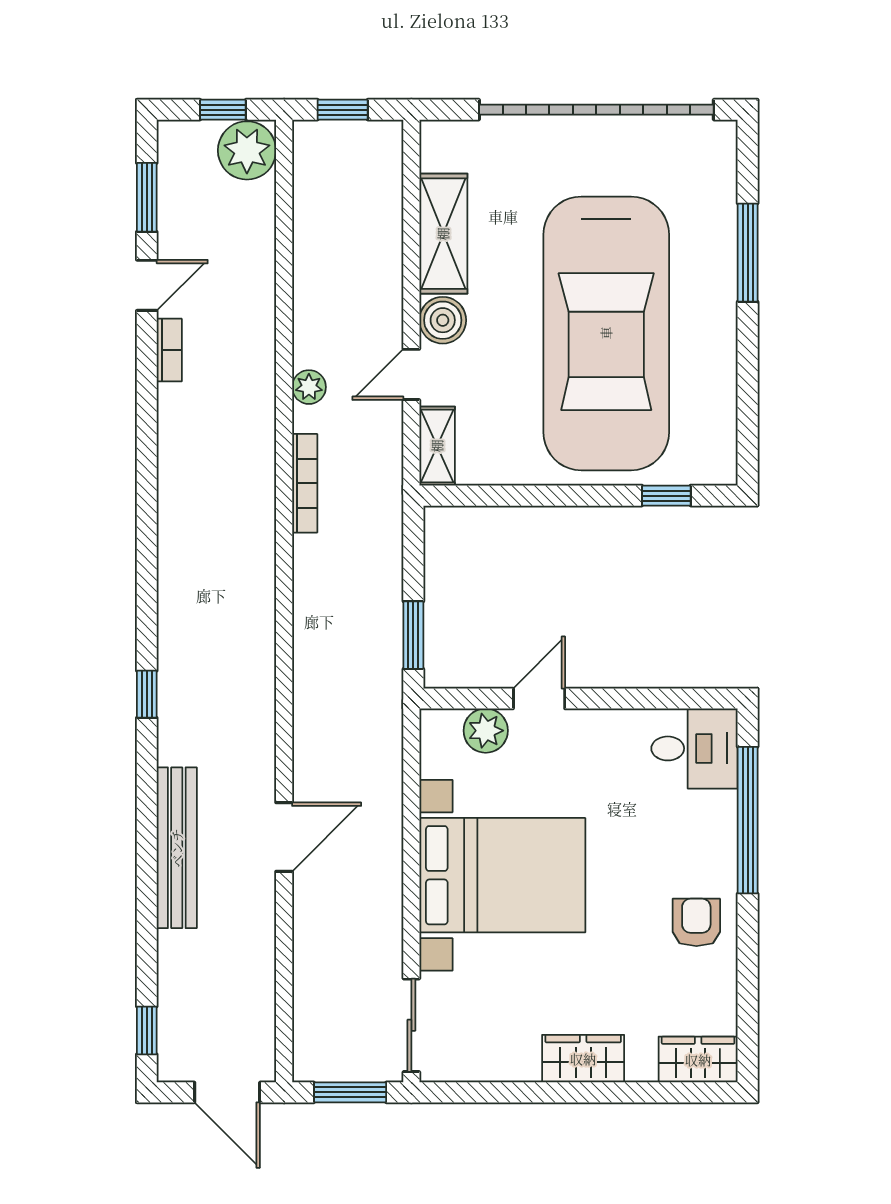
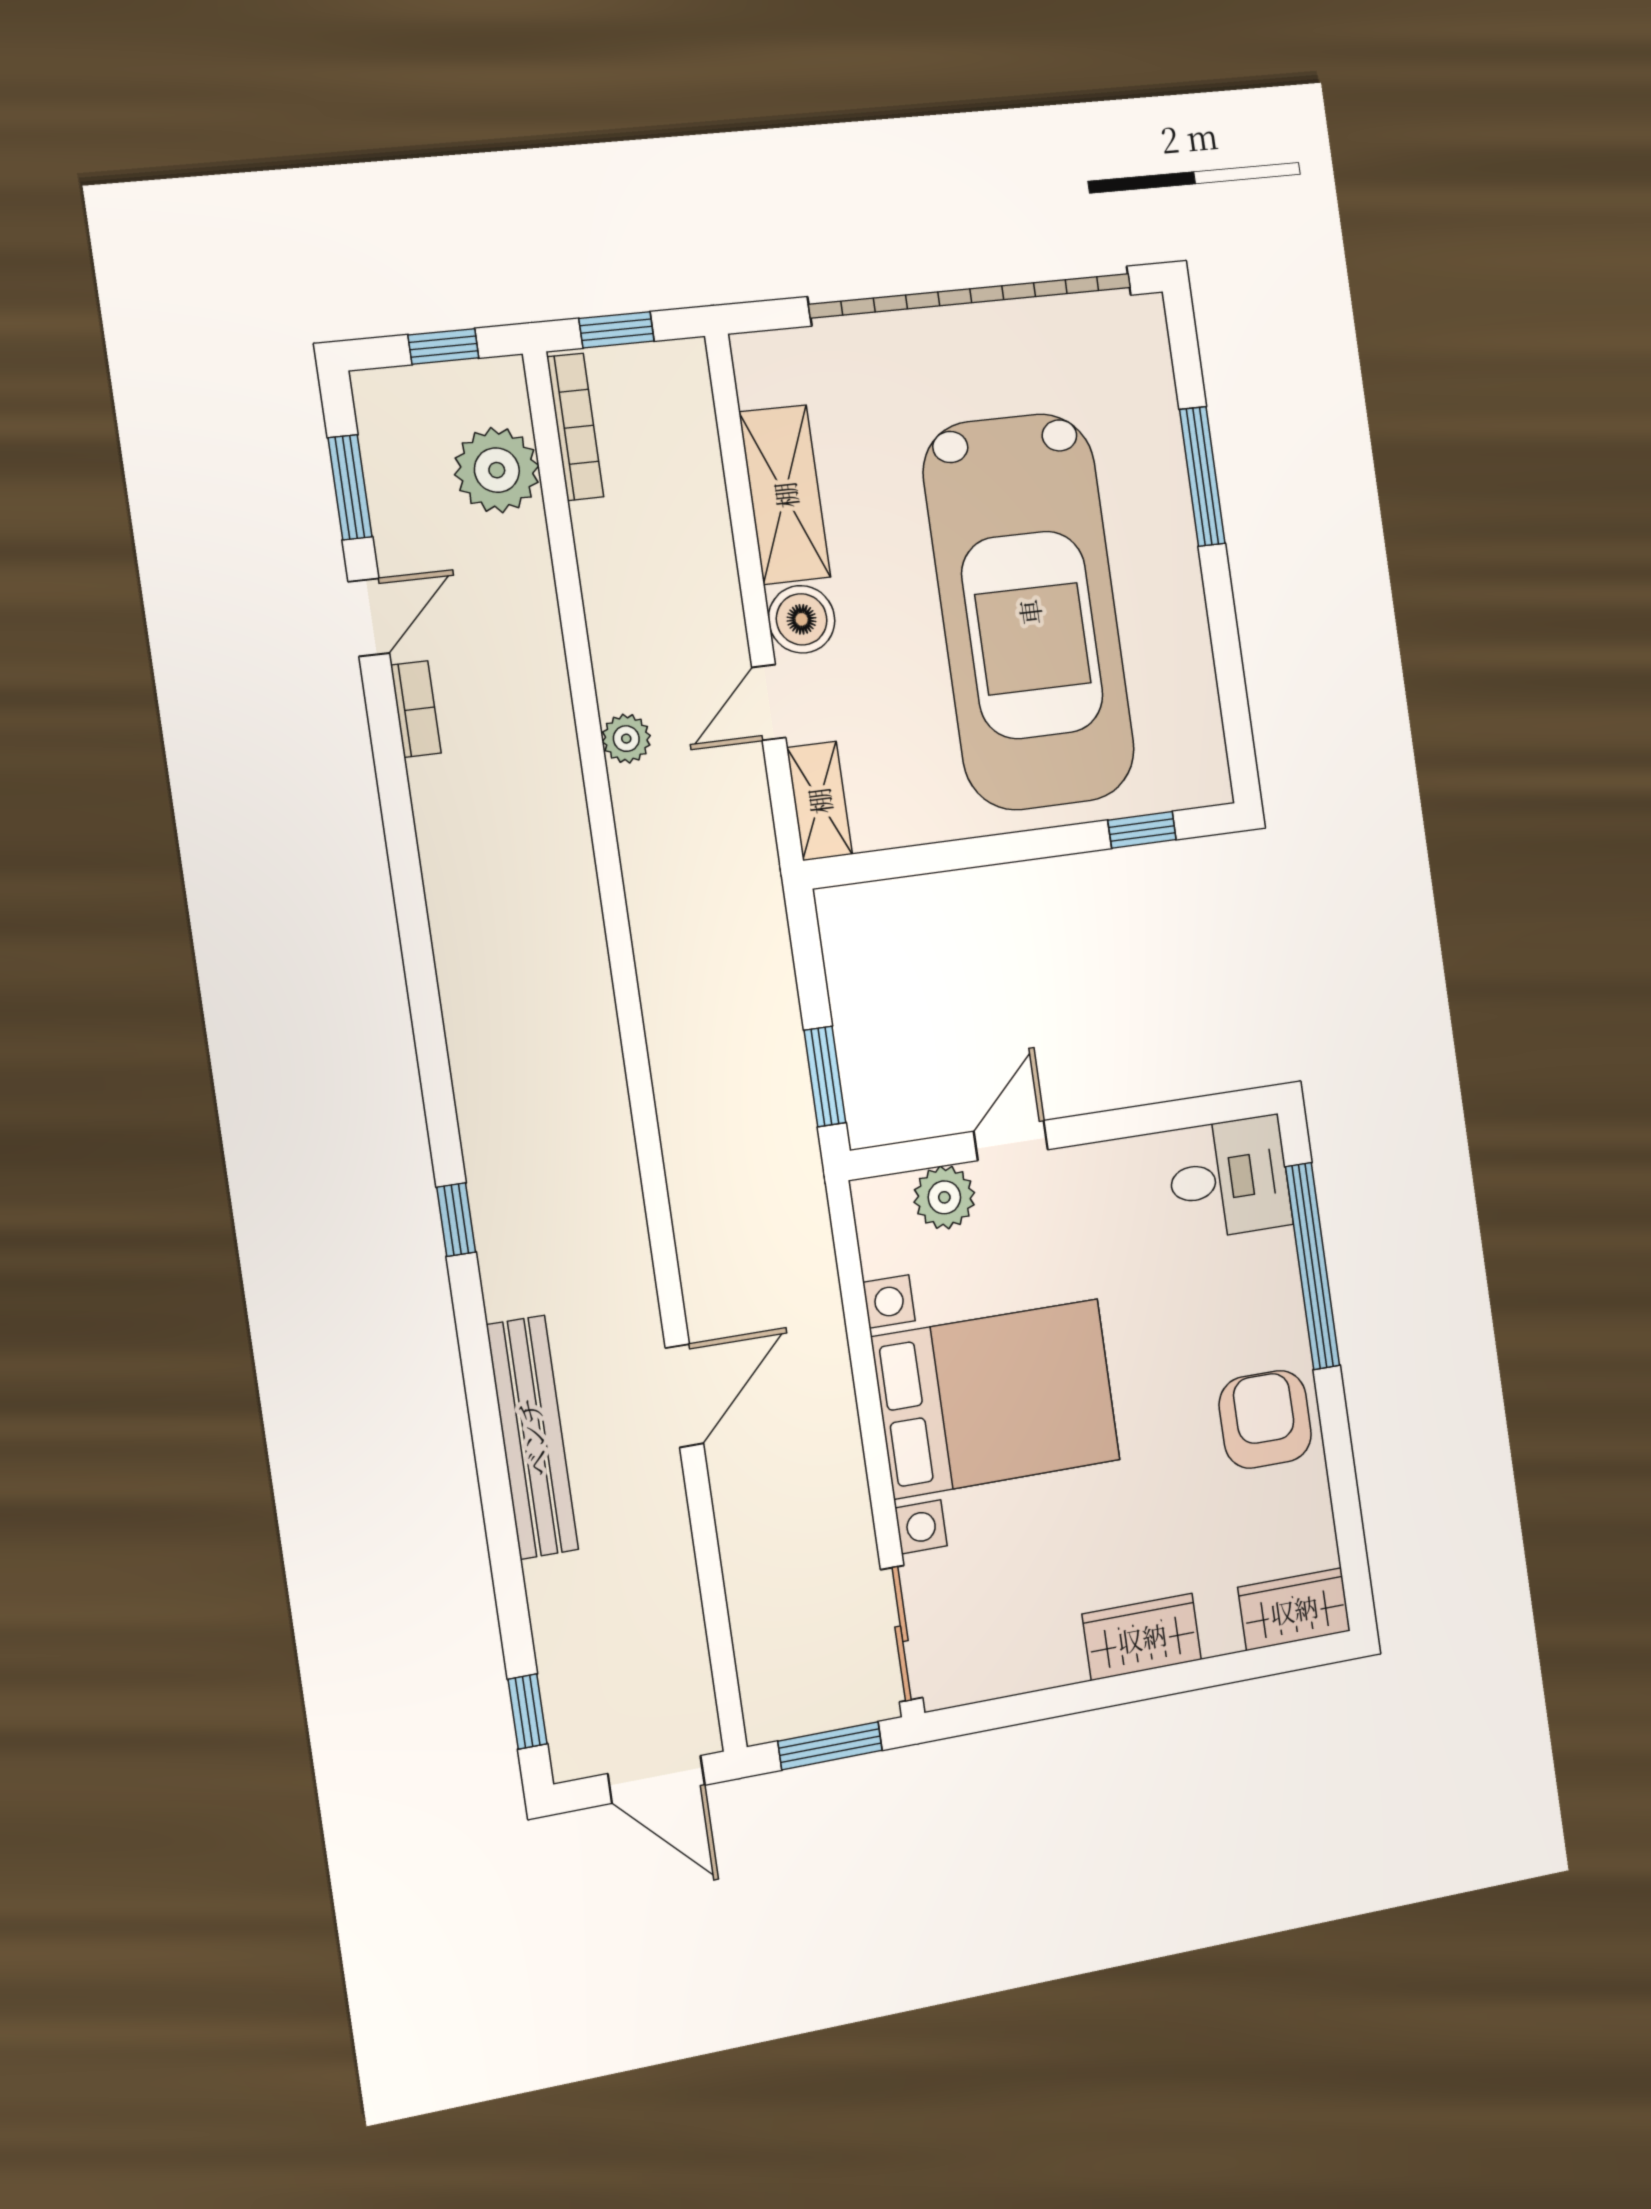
plant: (247, 150) -> (497, 470), moved
bookcase: (305, 483) -> (575, 427), moved
armchair: (696, 922) -> (1265, 1419), width x1.38, depth x1.38

